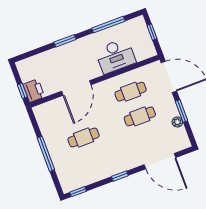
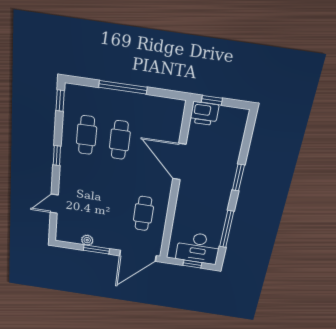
desk: (115, 56) -> (198, 248), moved, turned -90
cafe table: (140, 116) -> (86, 135), moved
door: (160, 161) -> (54, 204), width x0.53

